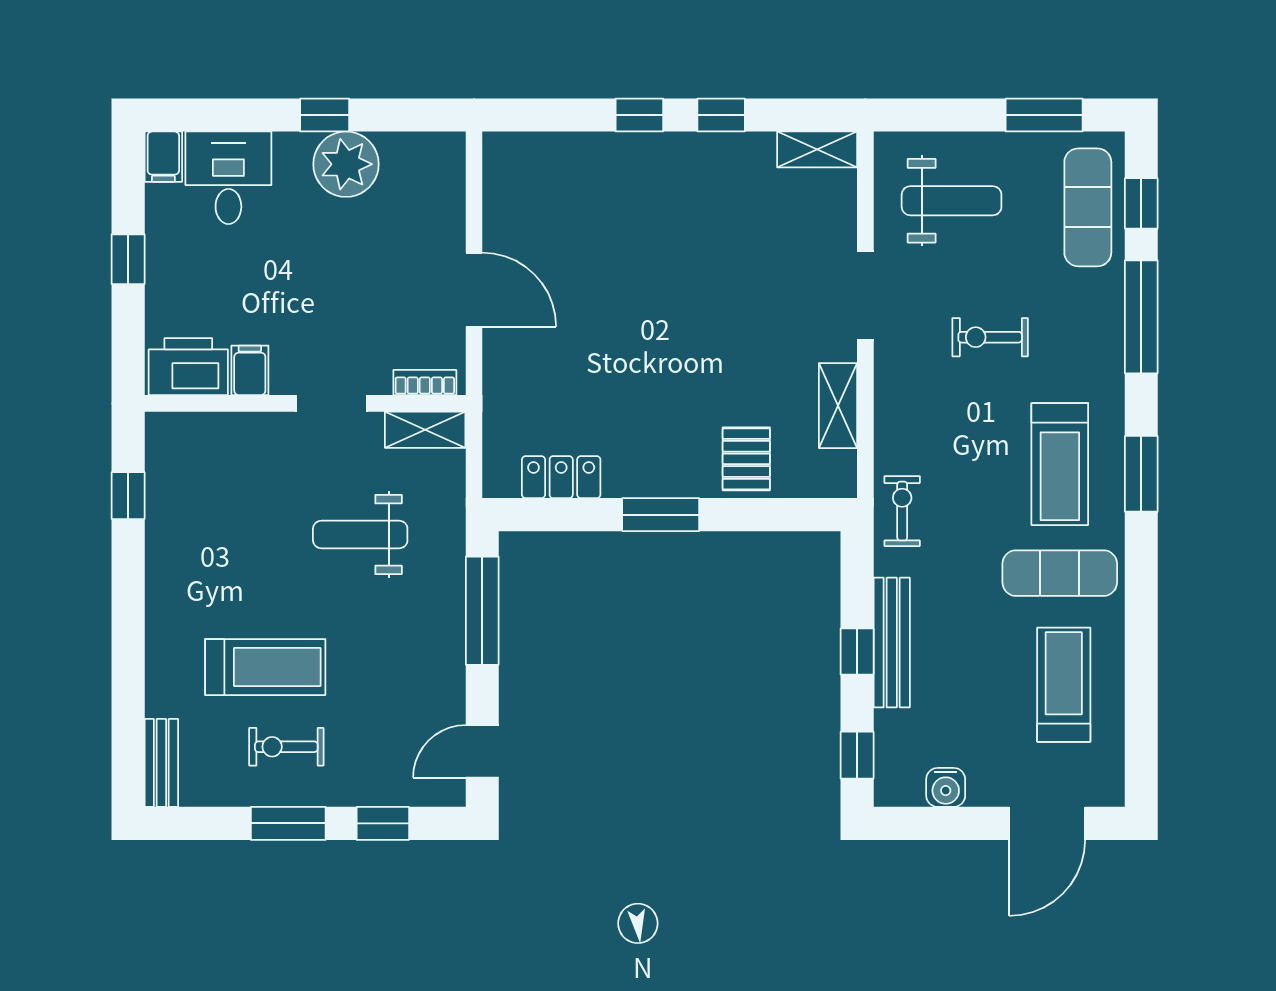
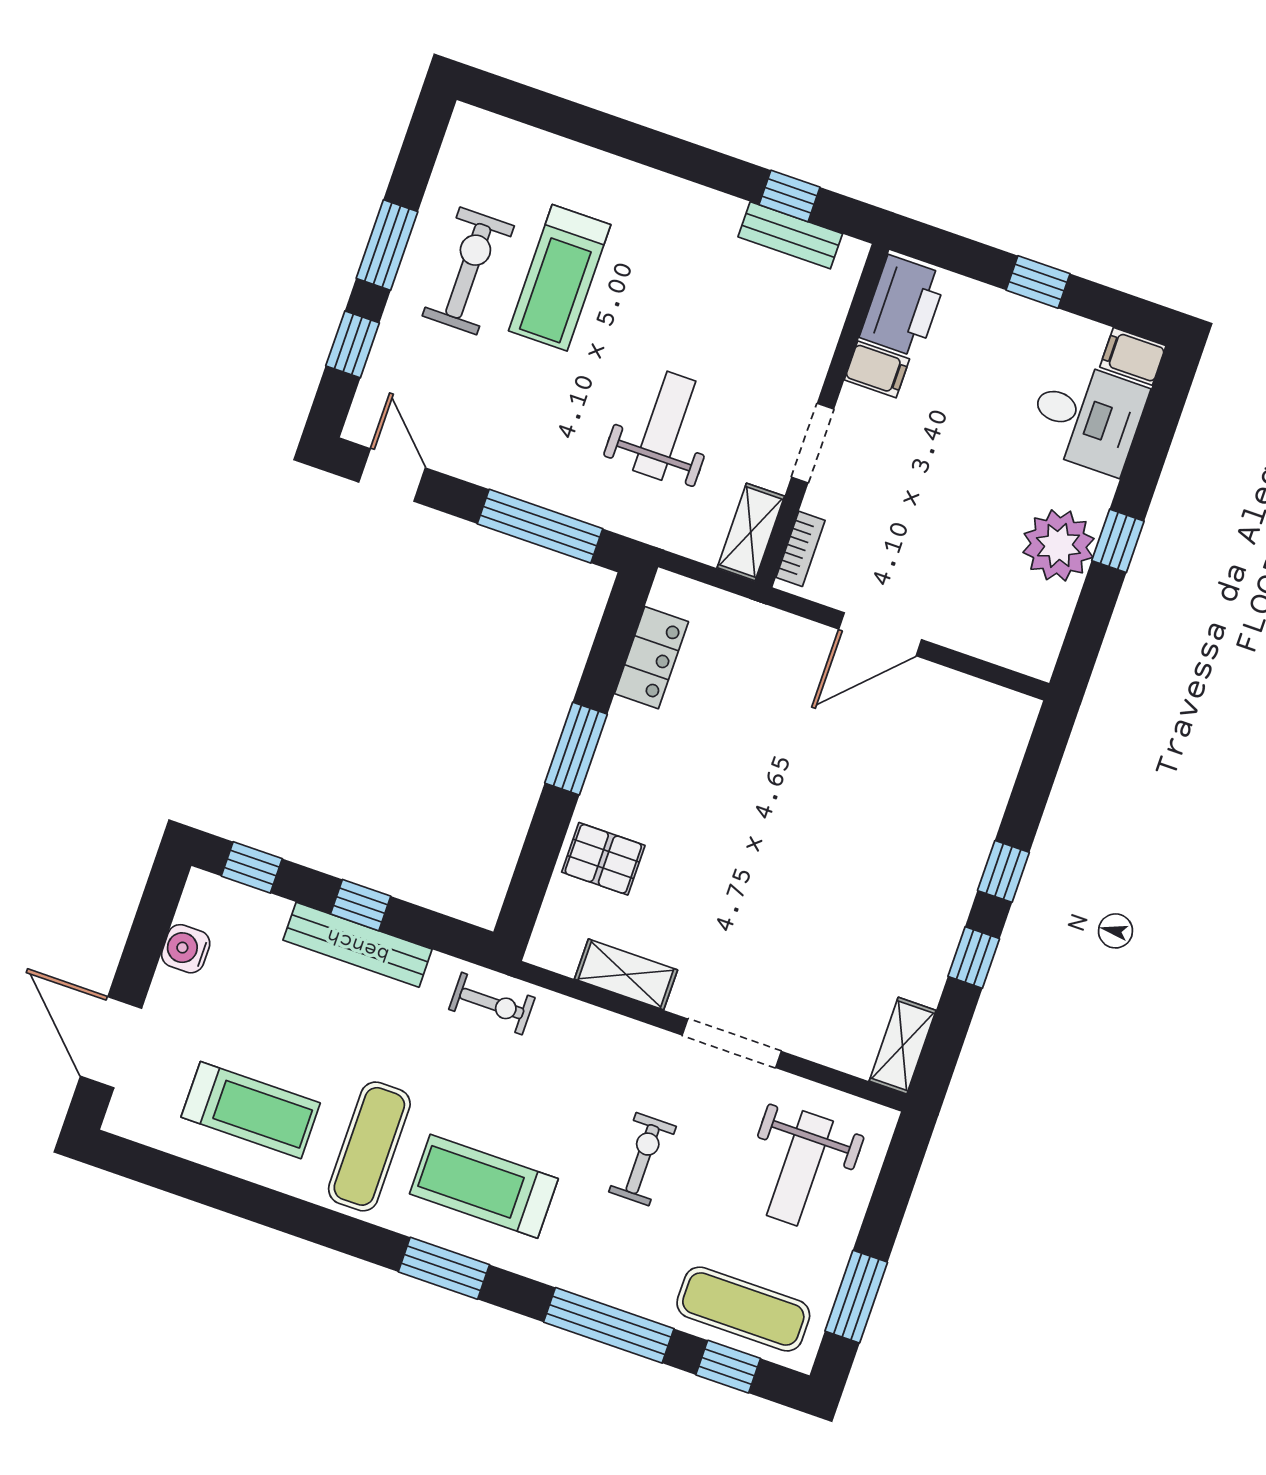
exercise bike: (286, 747) -> (468, 271), width x1.38, depth x1.39
bench: (161, 763) -> (790, 235), moved

